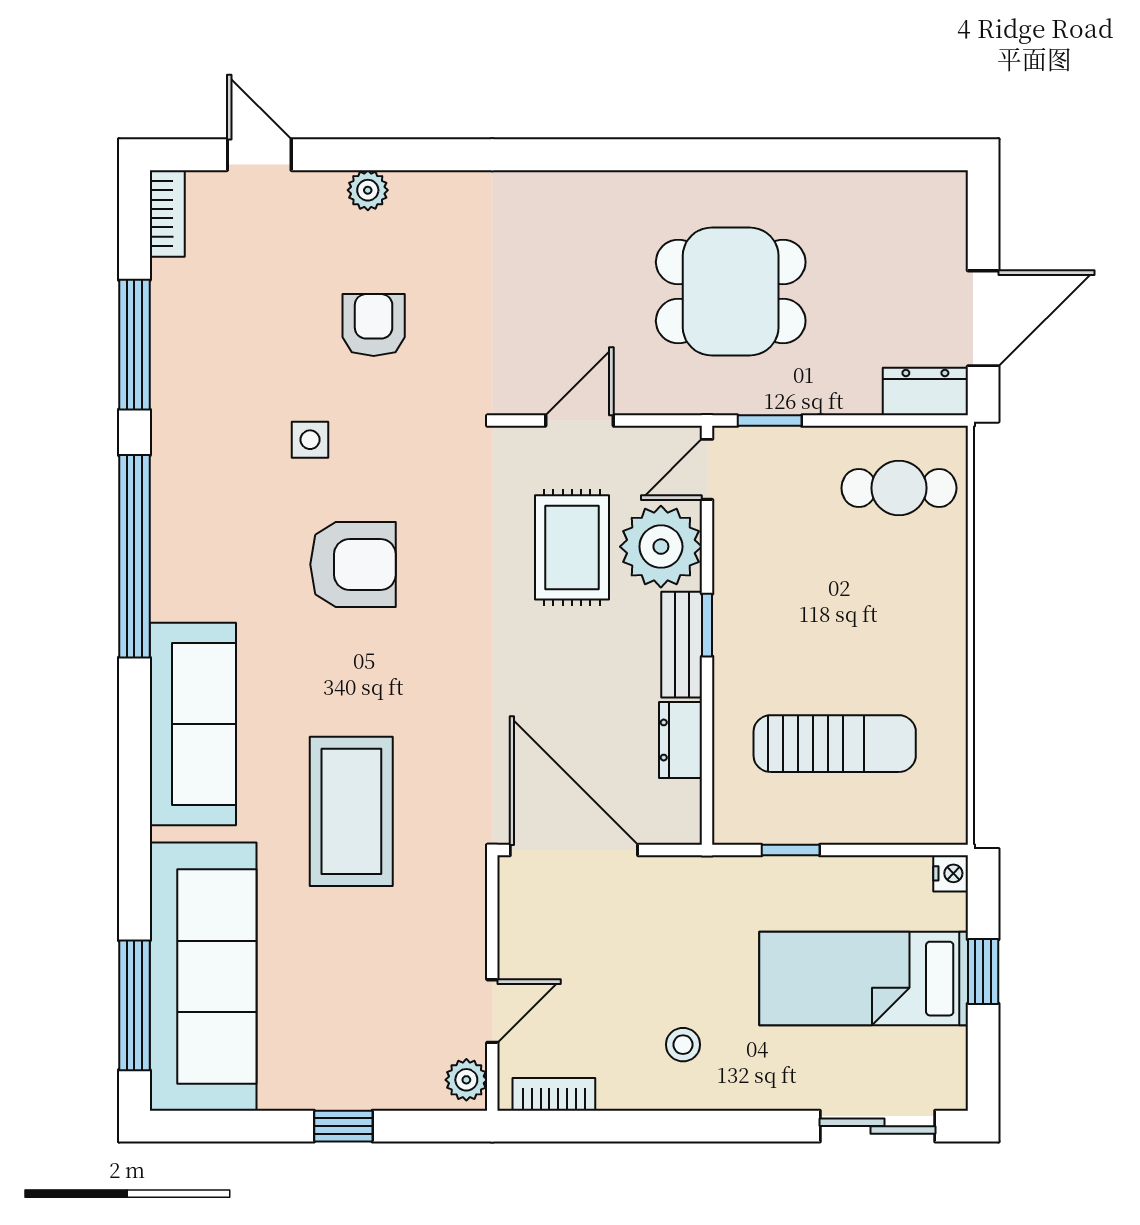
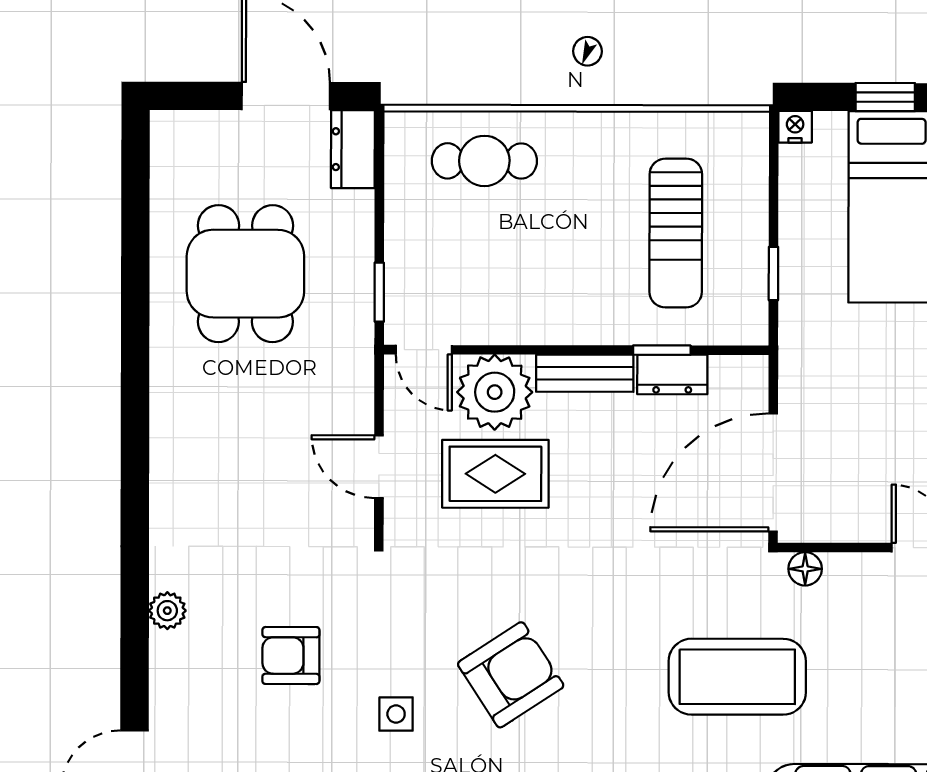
plant: (368, 190) -> (167, 611), moved
dining table: (731, 291) -> (245, 274), moved
cafe table: (899, 488) -> (484, 161), moved, turned 90
armchair: (353, 564) -> (511, 675), turned 57
window: (707, 625) -> (662, 350), moved
sun lounger: (835, 744) -> (676, 233), turned 180
floor lamp: (469, 885) -> (805, 569), added

